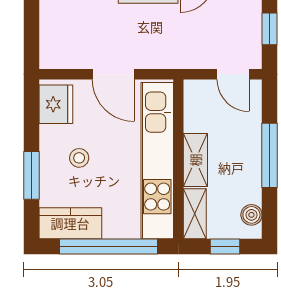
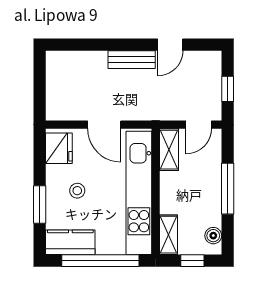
door: (233, 74) -> (199, 125), hinge flipped
shelving: (195, 160) -> (169, 150), moved

